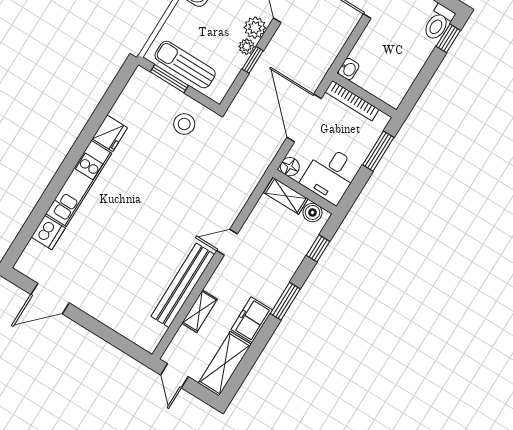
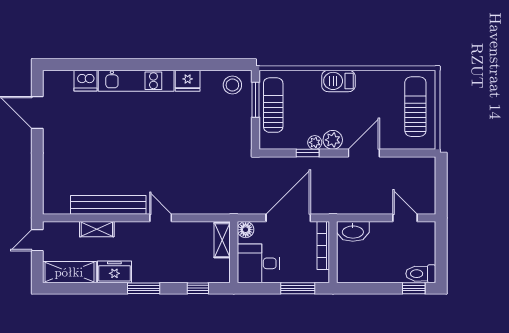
washbasin: (349, 69) -> (353, 231), width x1.91, depth x1.45
stool: (184, 124) -> (232, 85), moved
boiler: (312, 213) -> (222, 268), removed

